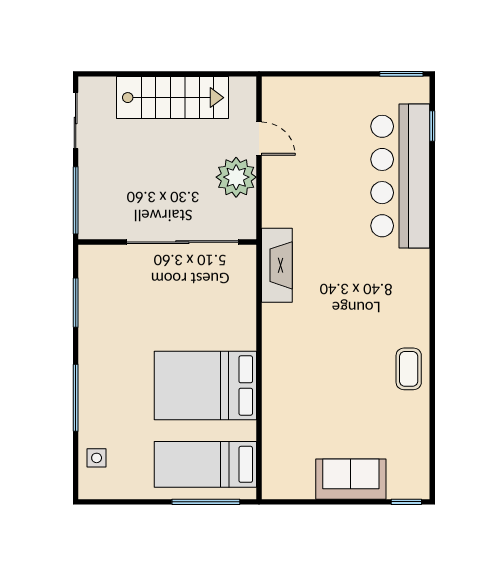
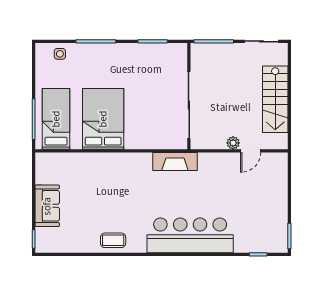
bar counter: (400, 176) -> (190, 235), moved
plant: (236, 177) -> (233, 143), width x0.53, depth x0.53

